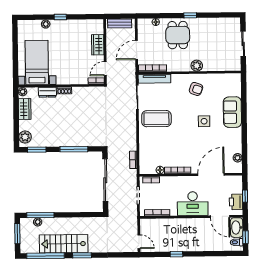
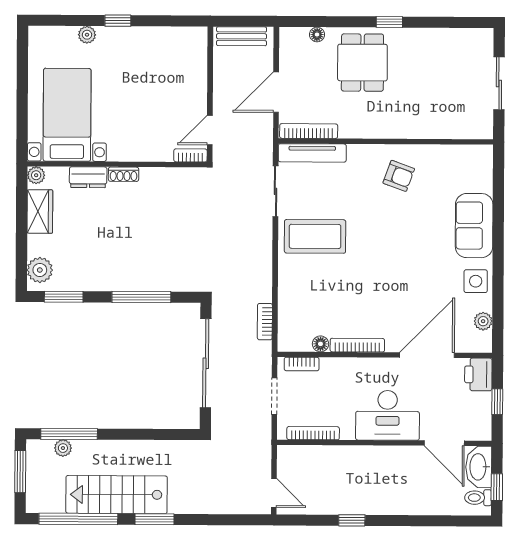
wardrobe: (98, 45) -> (195, 80), removed
plant: (197, 66) -> (401, 127), removed
side table: (204, 121) -> (476, 281), moved
printer: (236, 202) -> (478, 374), moved

